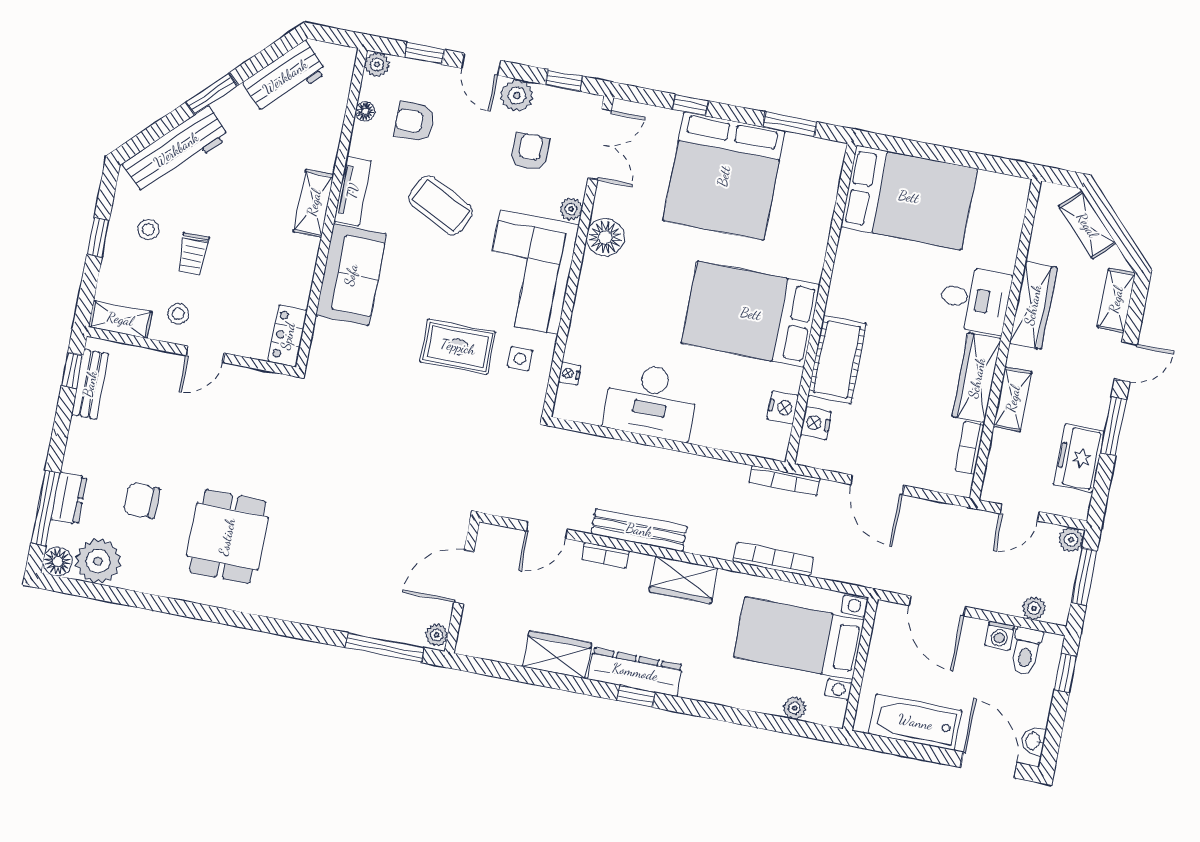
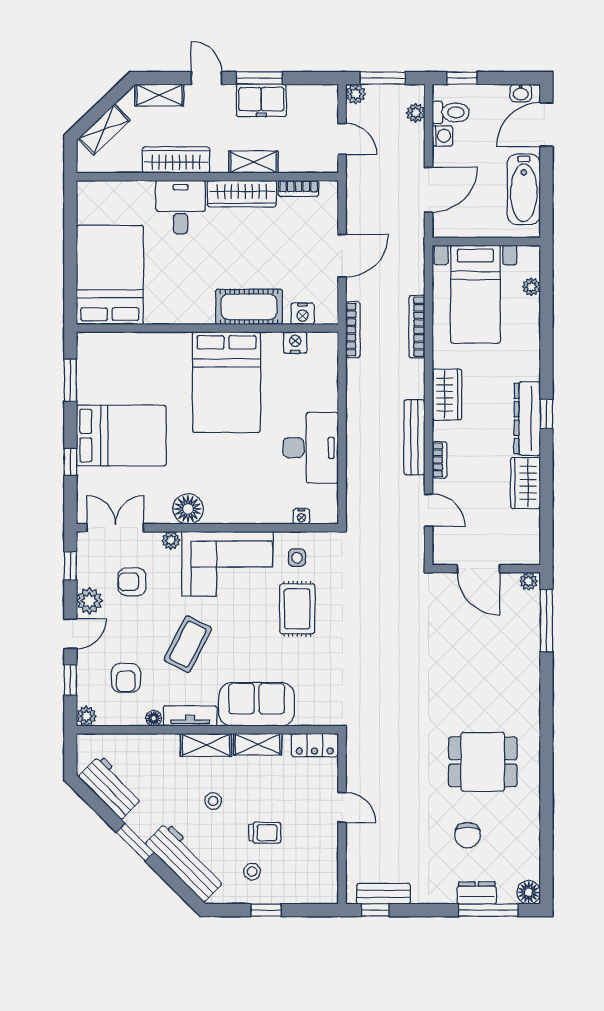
floor lamp: (365, 111) -> (154, 718), moved
bed: (724, 176) -> (121, 436), width x0.73
stool: (178, 314) -> (213, 801), moved
shelving: (120, 319) -> (258, 744), moved, turned 90
freezer: (1079, 458) -> (261, 100), moved
plant: (98, 561) -> (522, 860), removed

